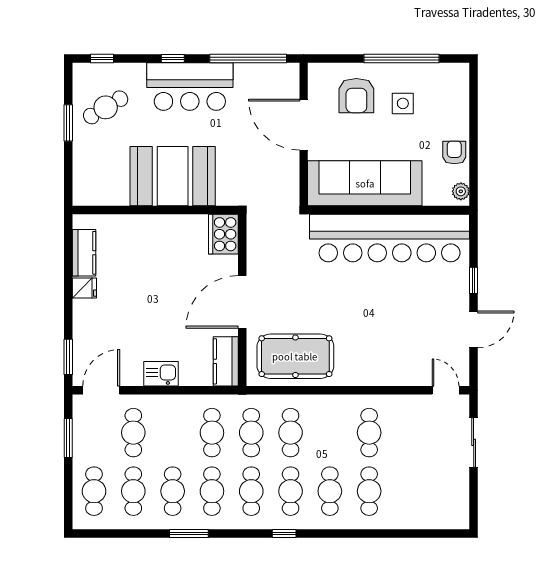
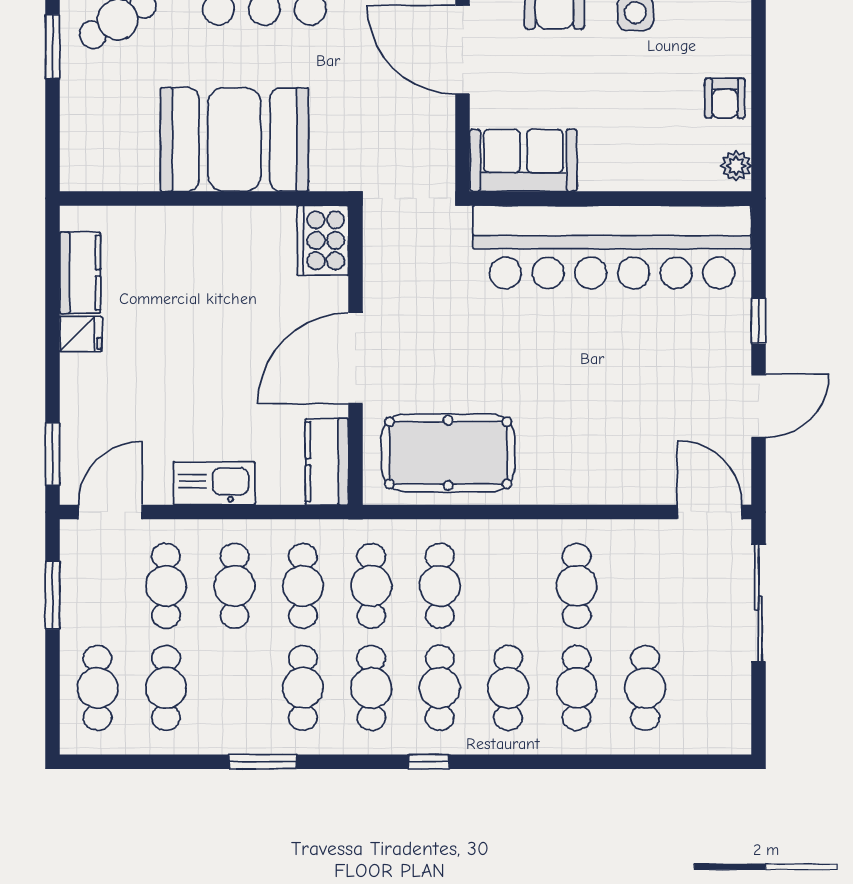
armchair: (454, 152) -> (725, 98), turned 180
sofa: (365, 183) -> (523, 160), width x0.54, depth x0.79
kitchen sink: (161, 374) -> (214, 483), width x1.38
door: (446, 390) -> (710, 512), width x1.38
sliding door: (474, 442) -> (758, 603), width x1.37
cafe table: (173, 491) -> (234, 586), moved
cafe table: (408, 491) -> (645, 688), added

